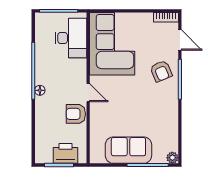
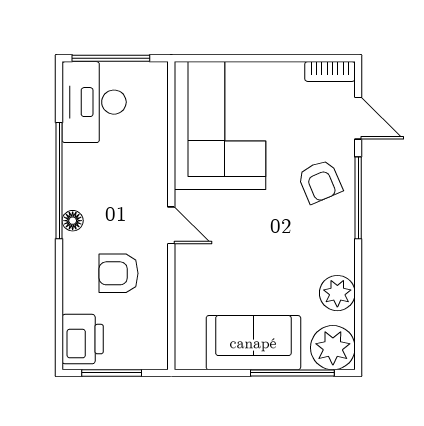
desk: (71, 38) -> (94, 102), moved, turned 180
armchair: (76, 114) -> (119, 273), moved
plant: (170, 126) -> (337, 293), added
printer: (66, 153) -> (83, 339), moved, turned 90
plant: (172, 158) -> (333, 348), width x1.87, depth x1.87

